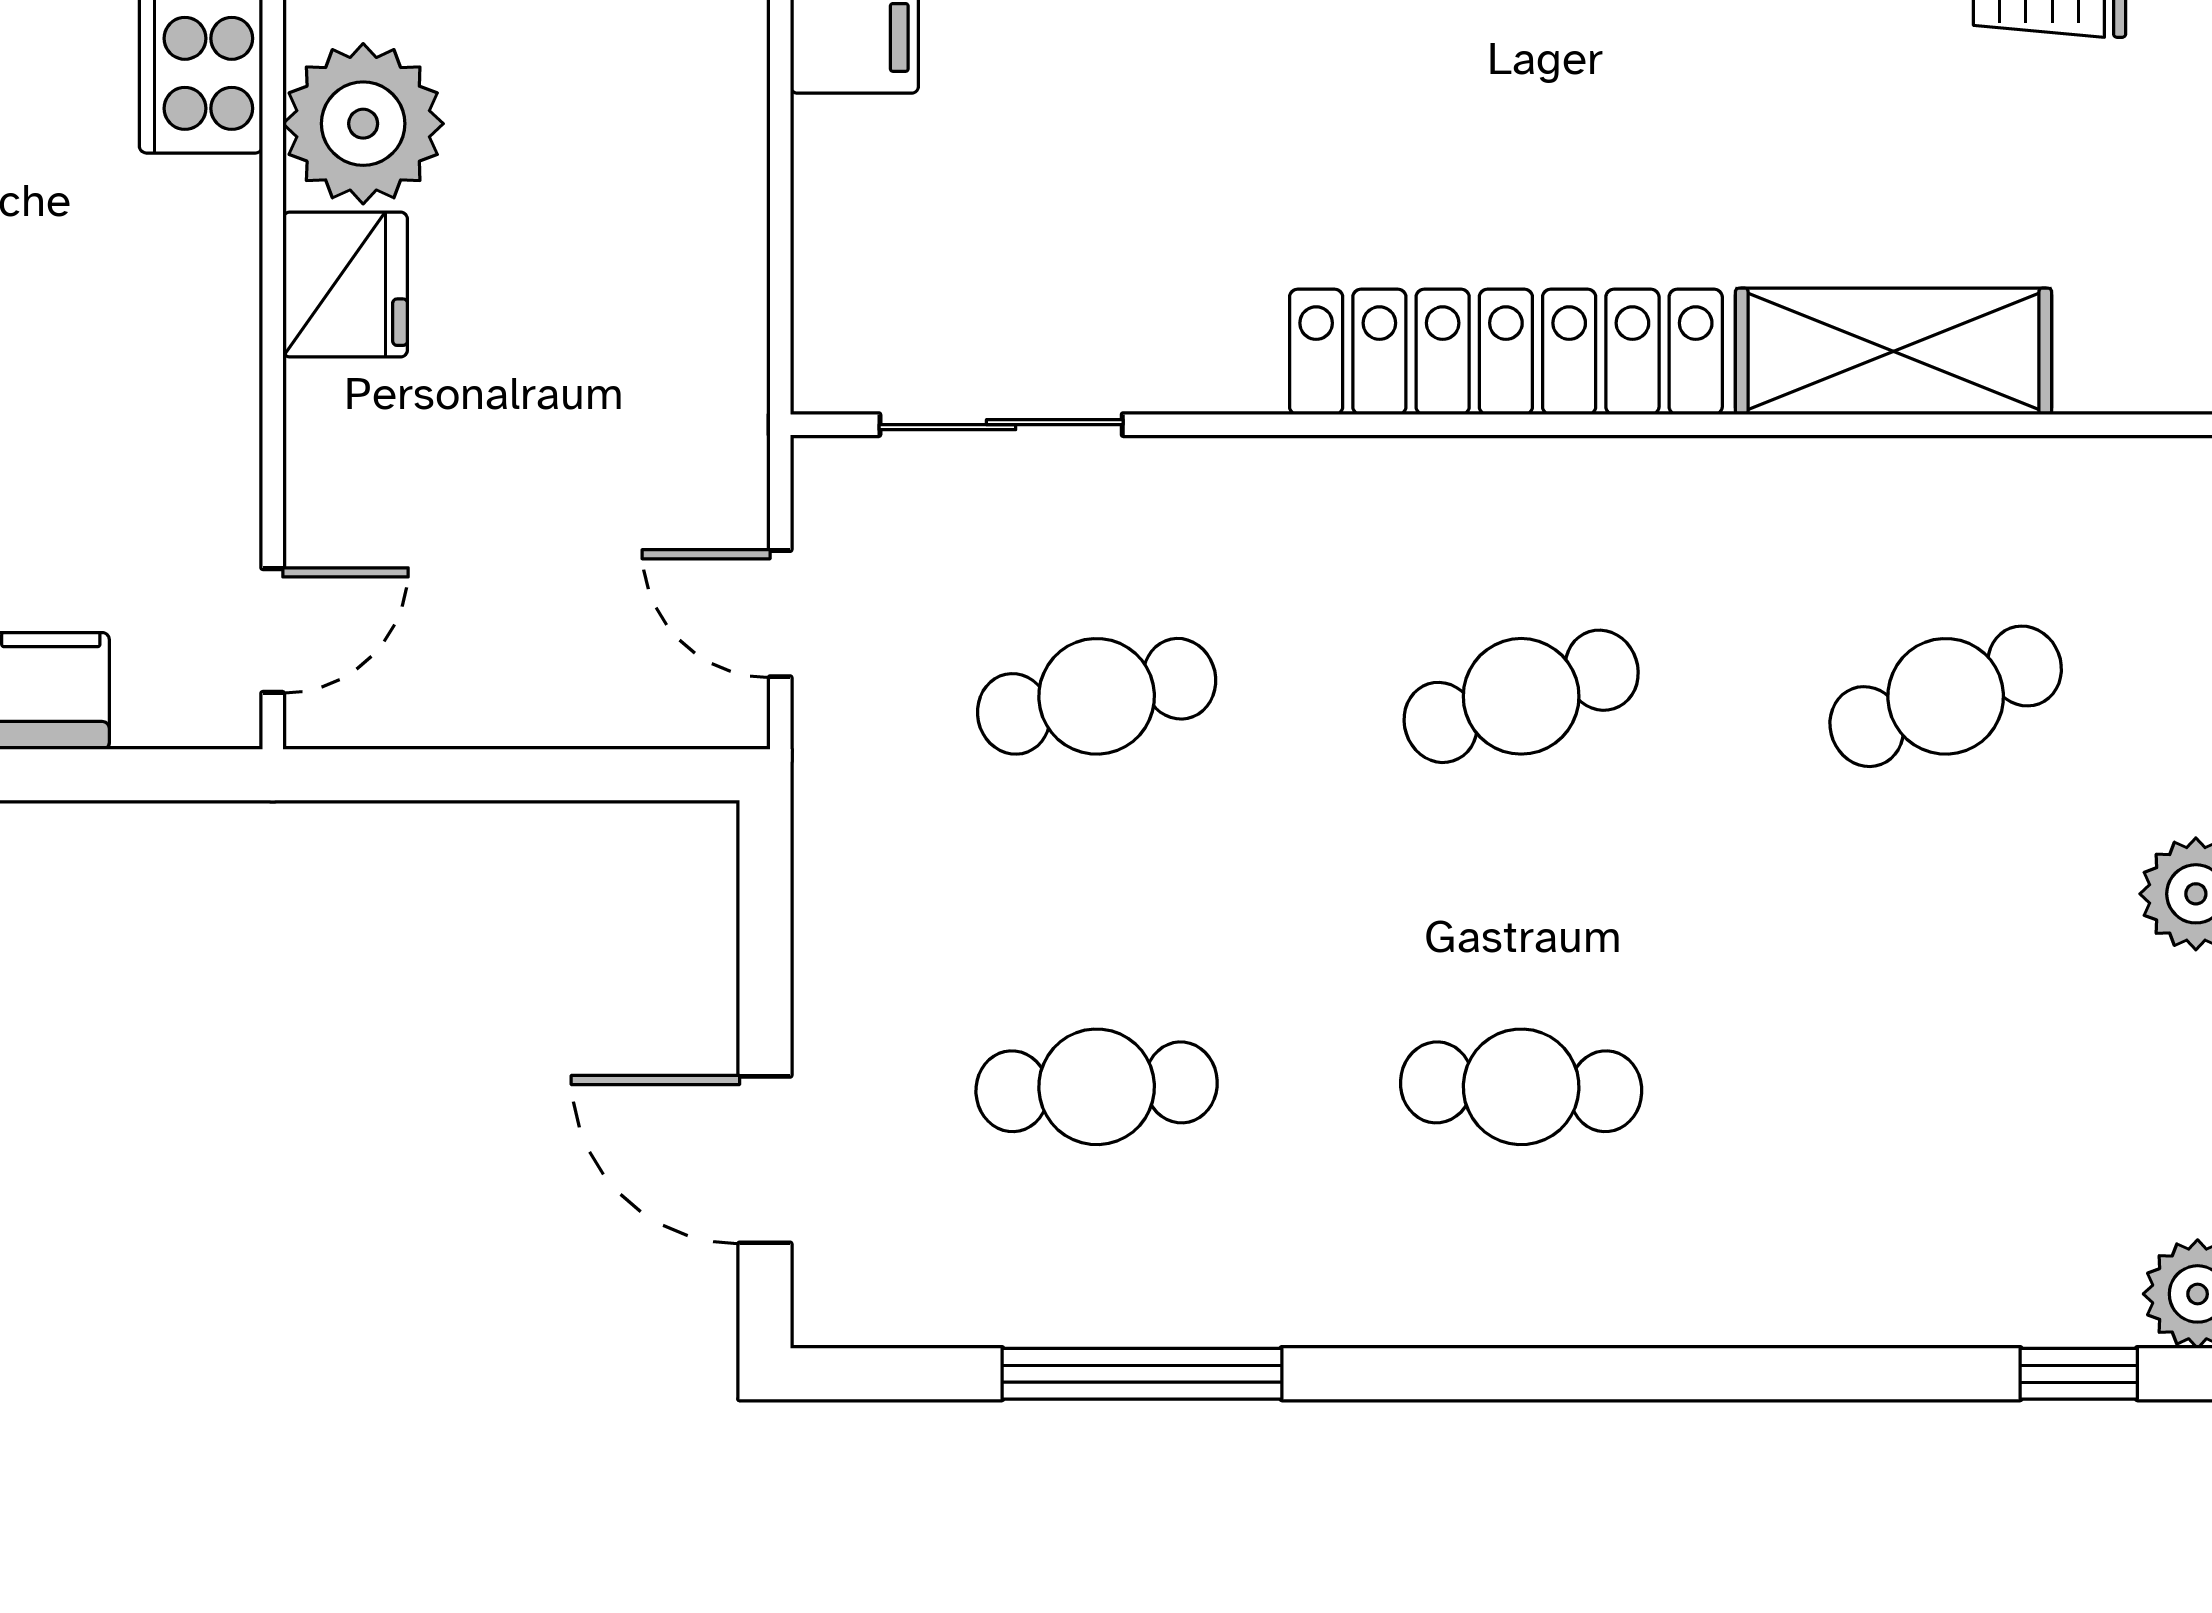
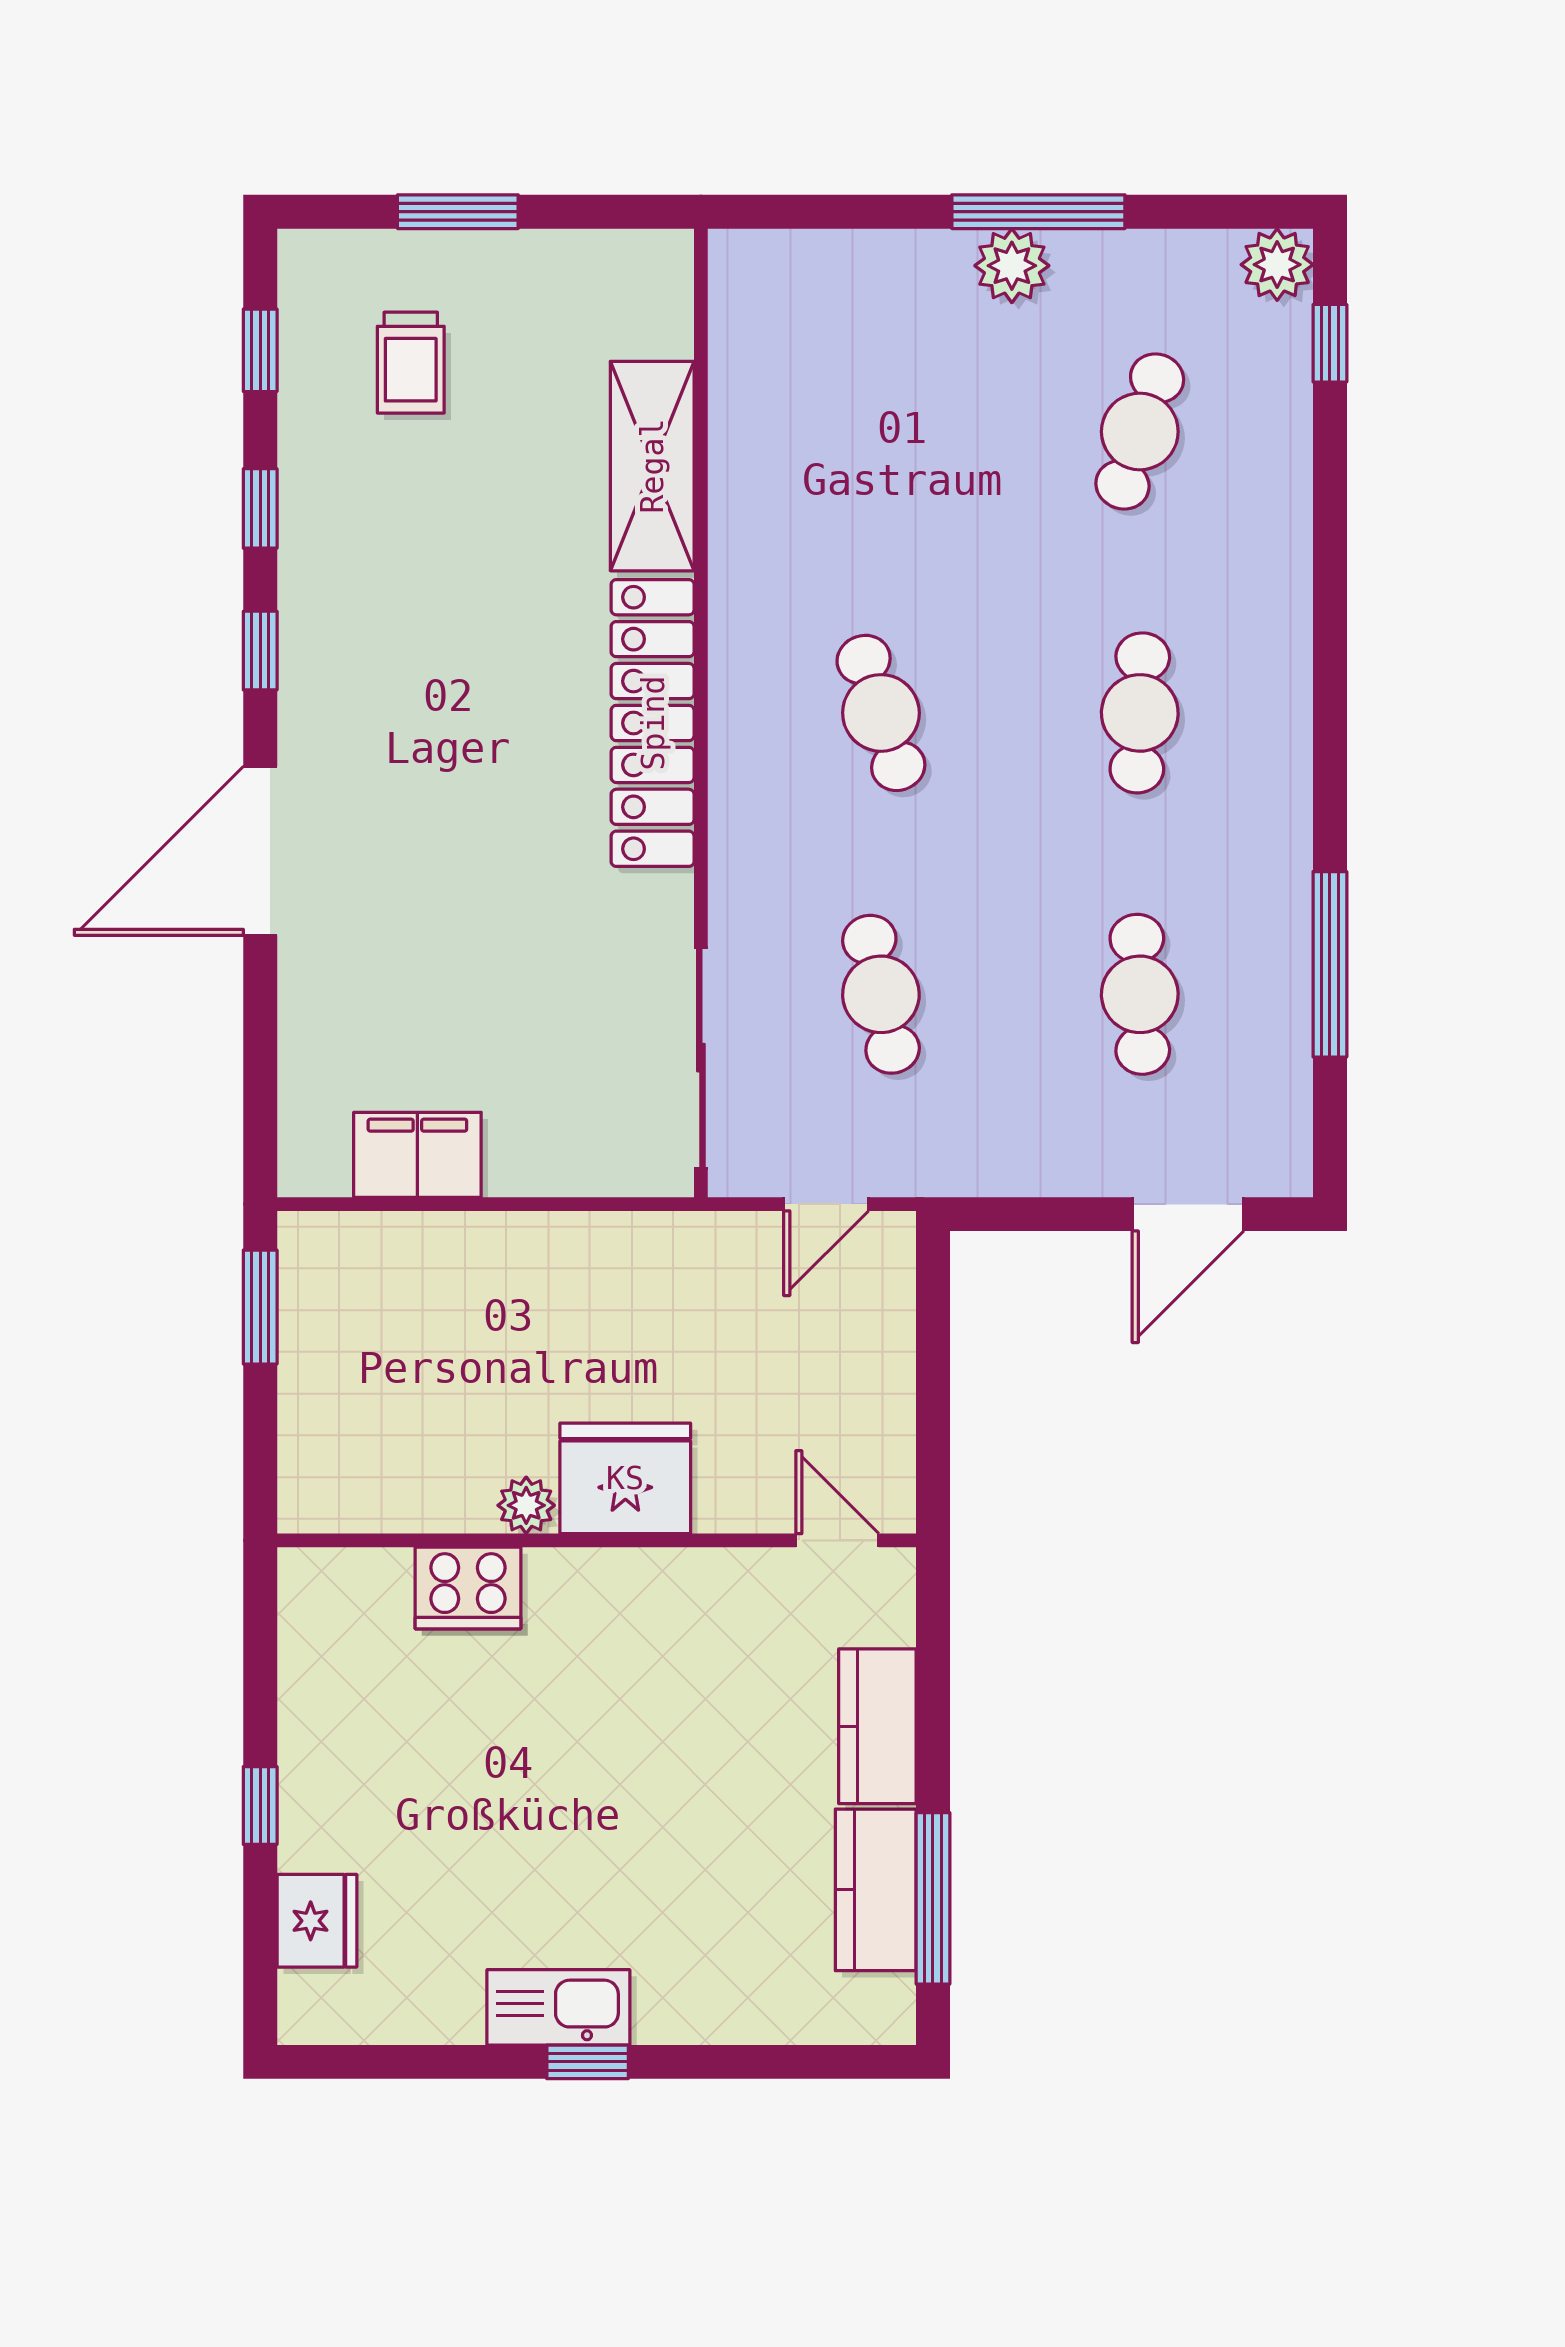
plant: (363, 124) -> (526, 1505), width x0.53, depth x0.53
fridge: (345, 285) -> (625, 1478), width x1.36, depth x1.34
sliding door: (1001, 425) -> (701, 1058), width x1.37
cafe table: (1946, 696) -> (1140, 432), moved, turned 39

